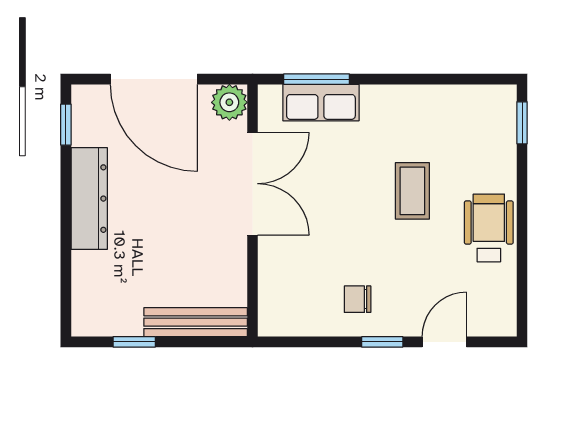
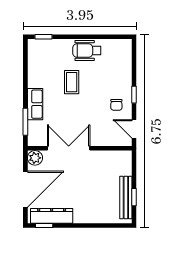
row of seats: (321, 103) -> (35, 104), moved
coffee table: (412, 191) -> (72, 82), turned 90
dresser: (89, 199) -> (52, 216), moved
bench: (196, 322) -> (126, 197), moved
door: (444, 342) -> (134, 129), moved

